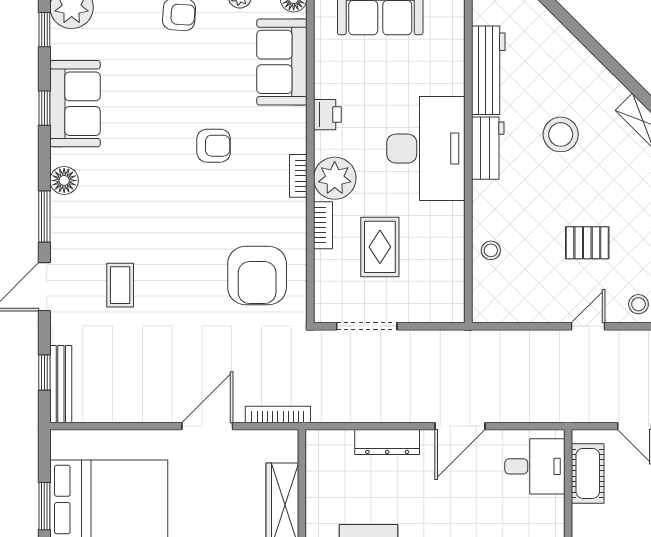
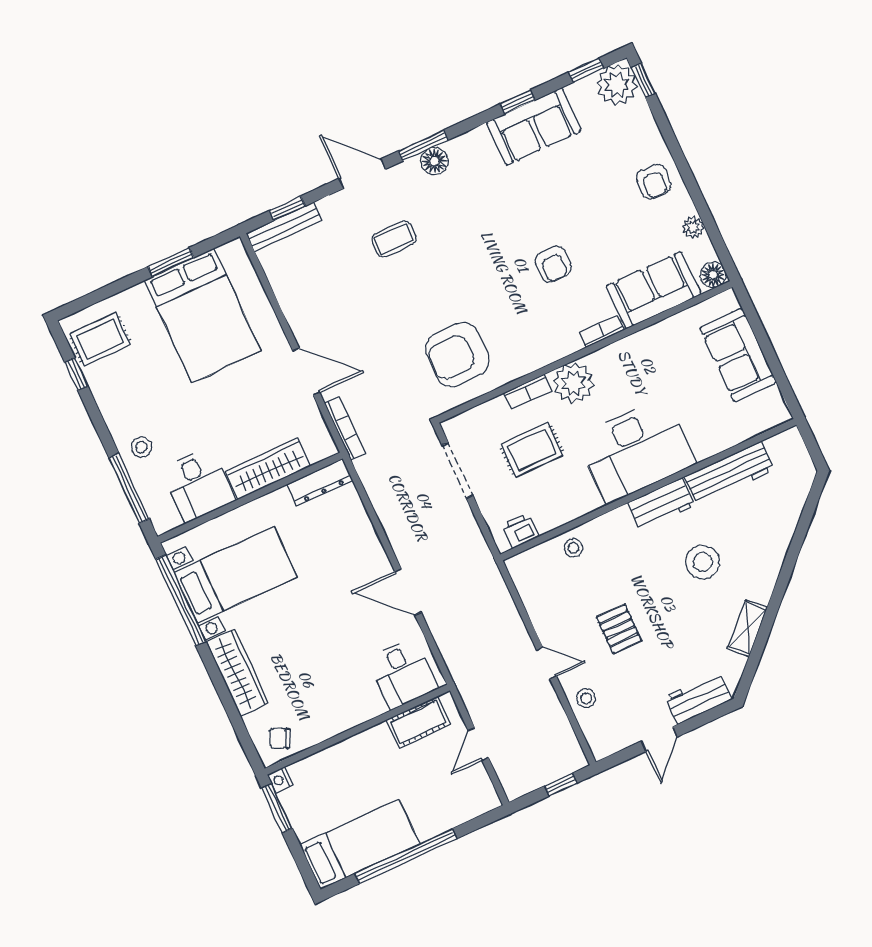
printer: (327, 115) -> (520, 531), moved, turned 180
bookcase: (298, 176) -> (602, 331), moved
floor lamp: (64, 180) -> (434, 161), moved
dresser: (387, 442) -> (320, 482), moved, turned -90

